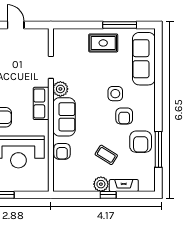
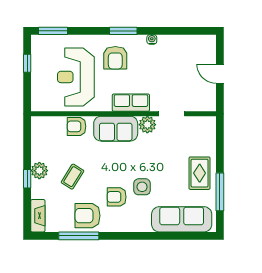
door: (16, 25) -> (220, 74), swing flipped
fireplace: (124, 185) -> (38, 216), moved

